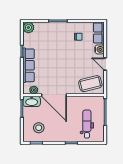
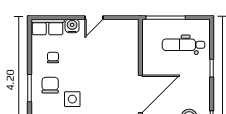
chair: (60, 35) -> (50, 85), added
side table: (51, 50) -> (72, 99), added
coffee table: (90, 84) -> (123, 40), removed

